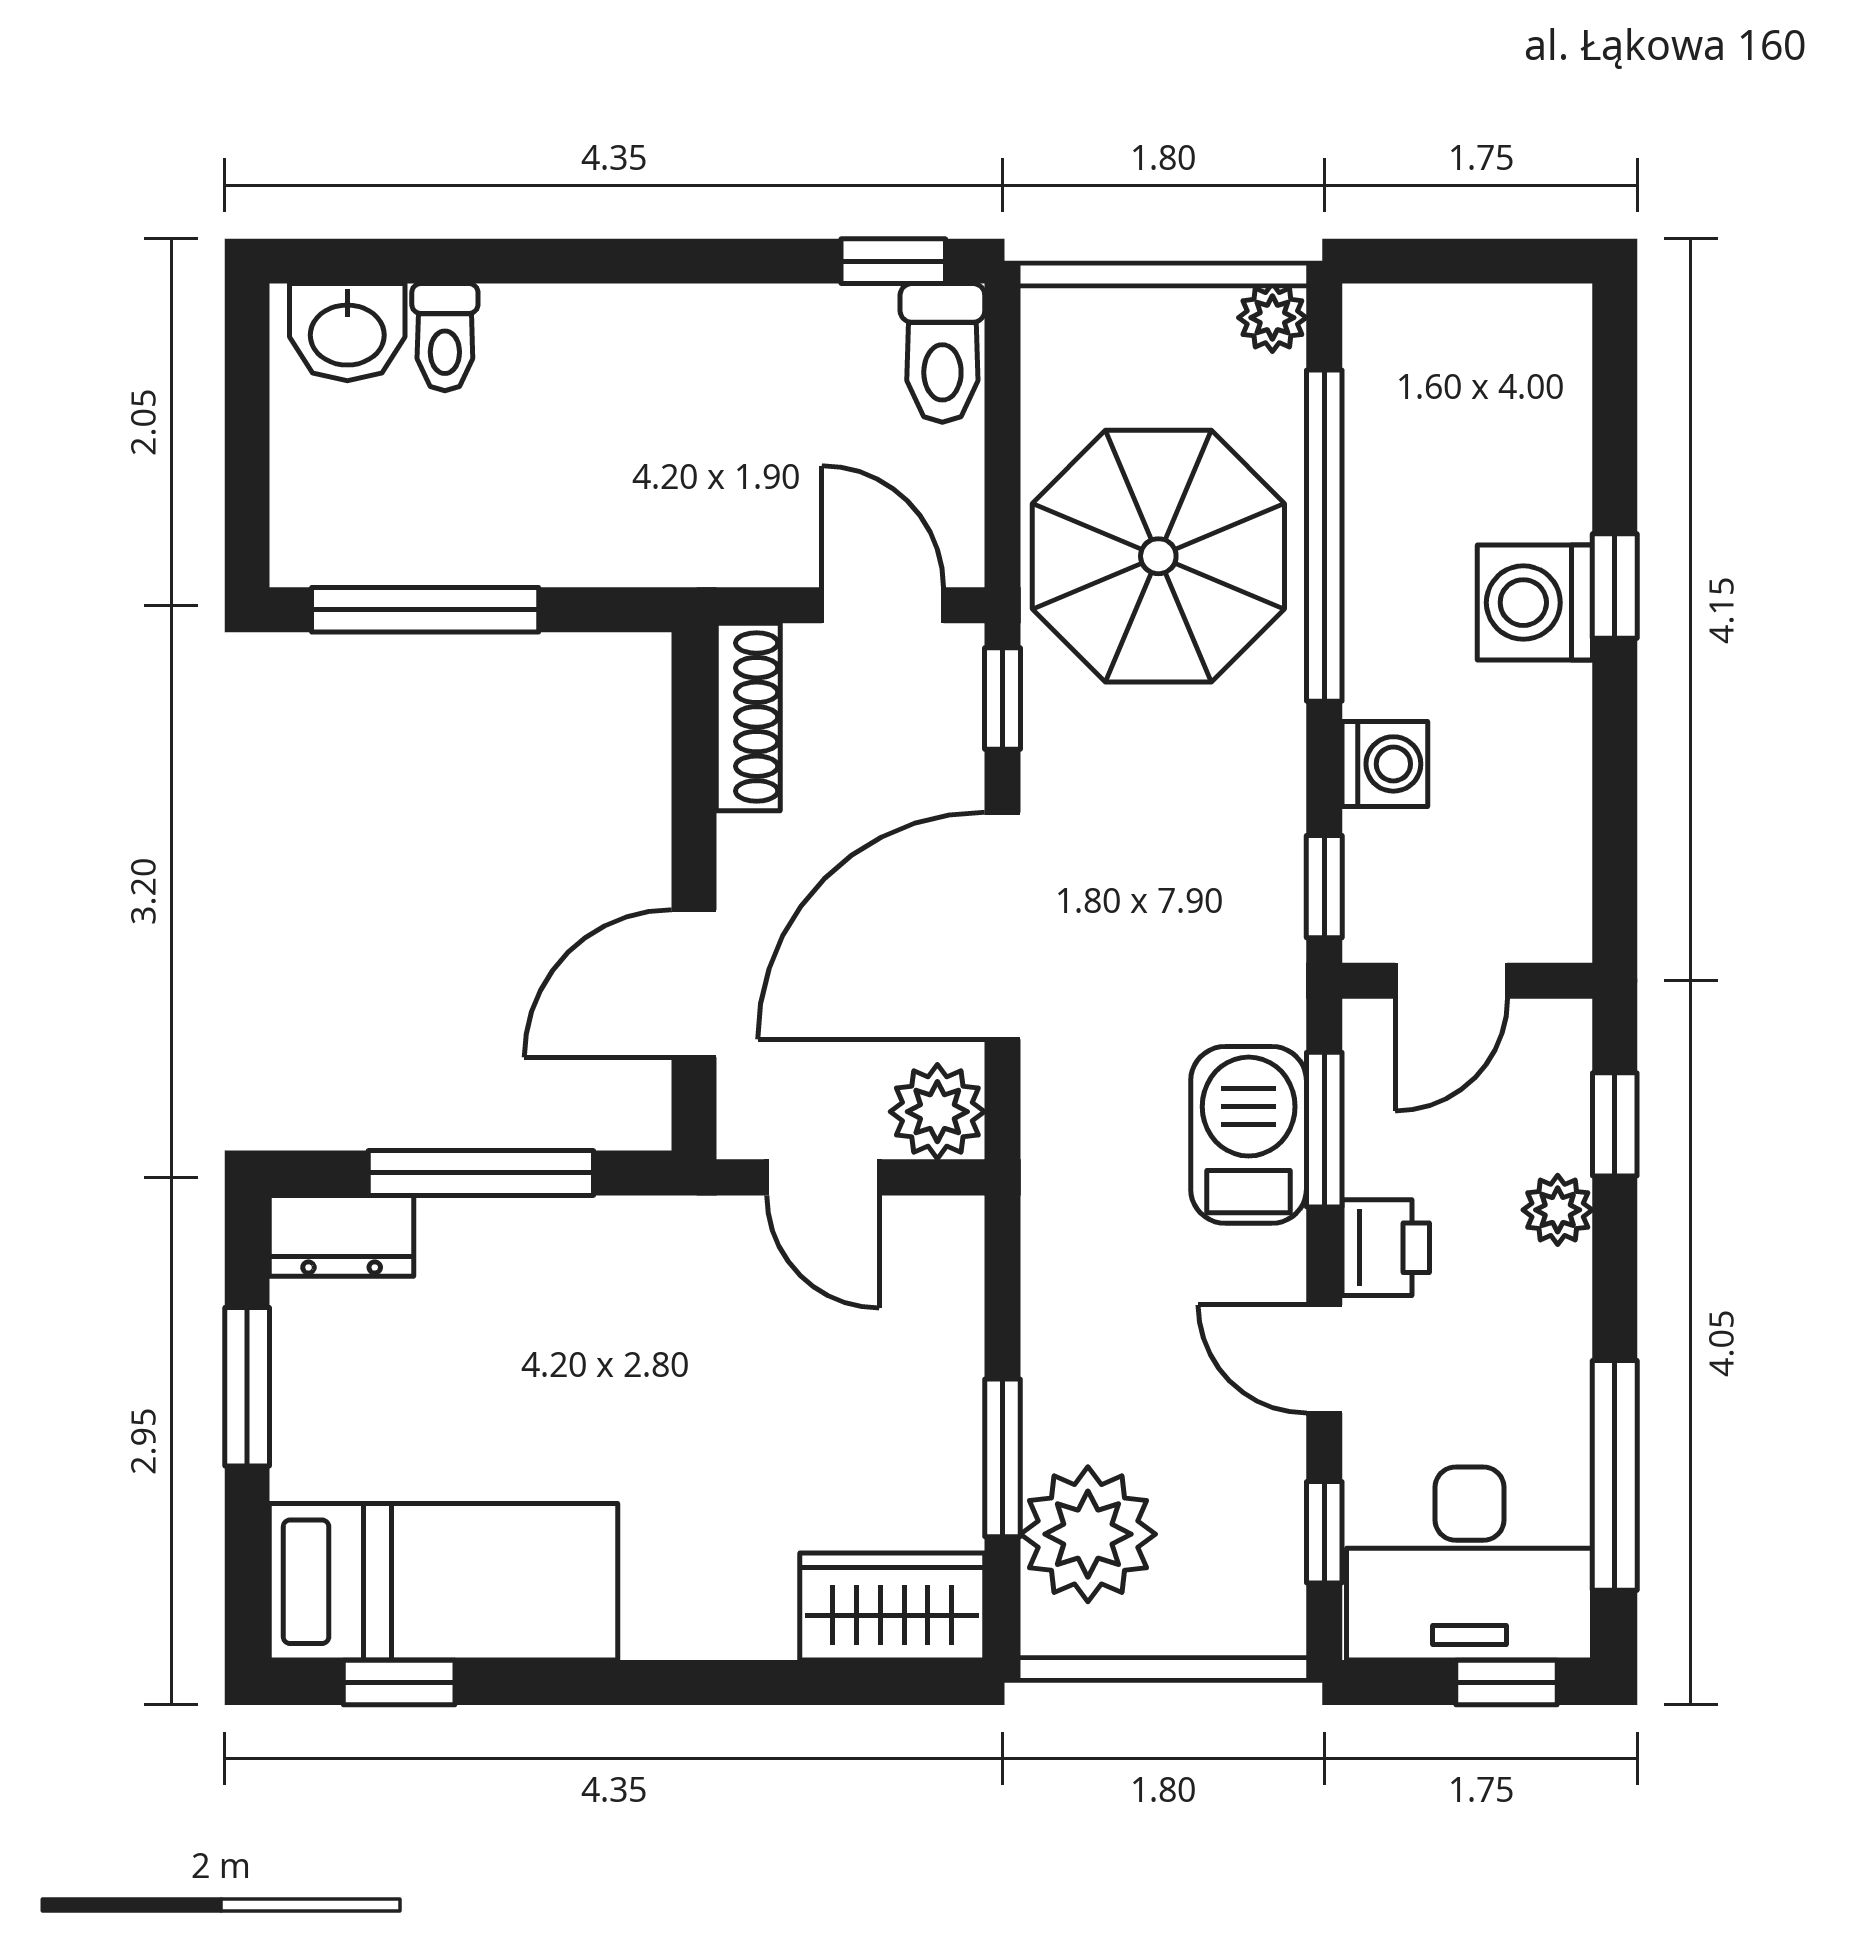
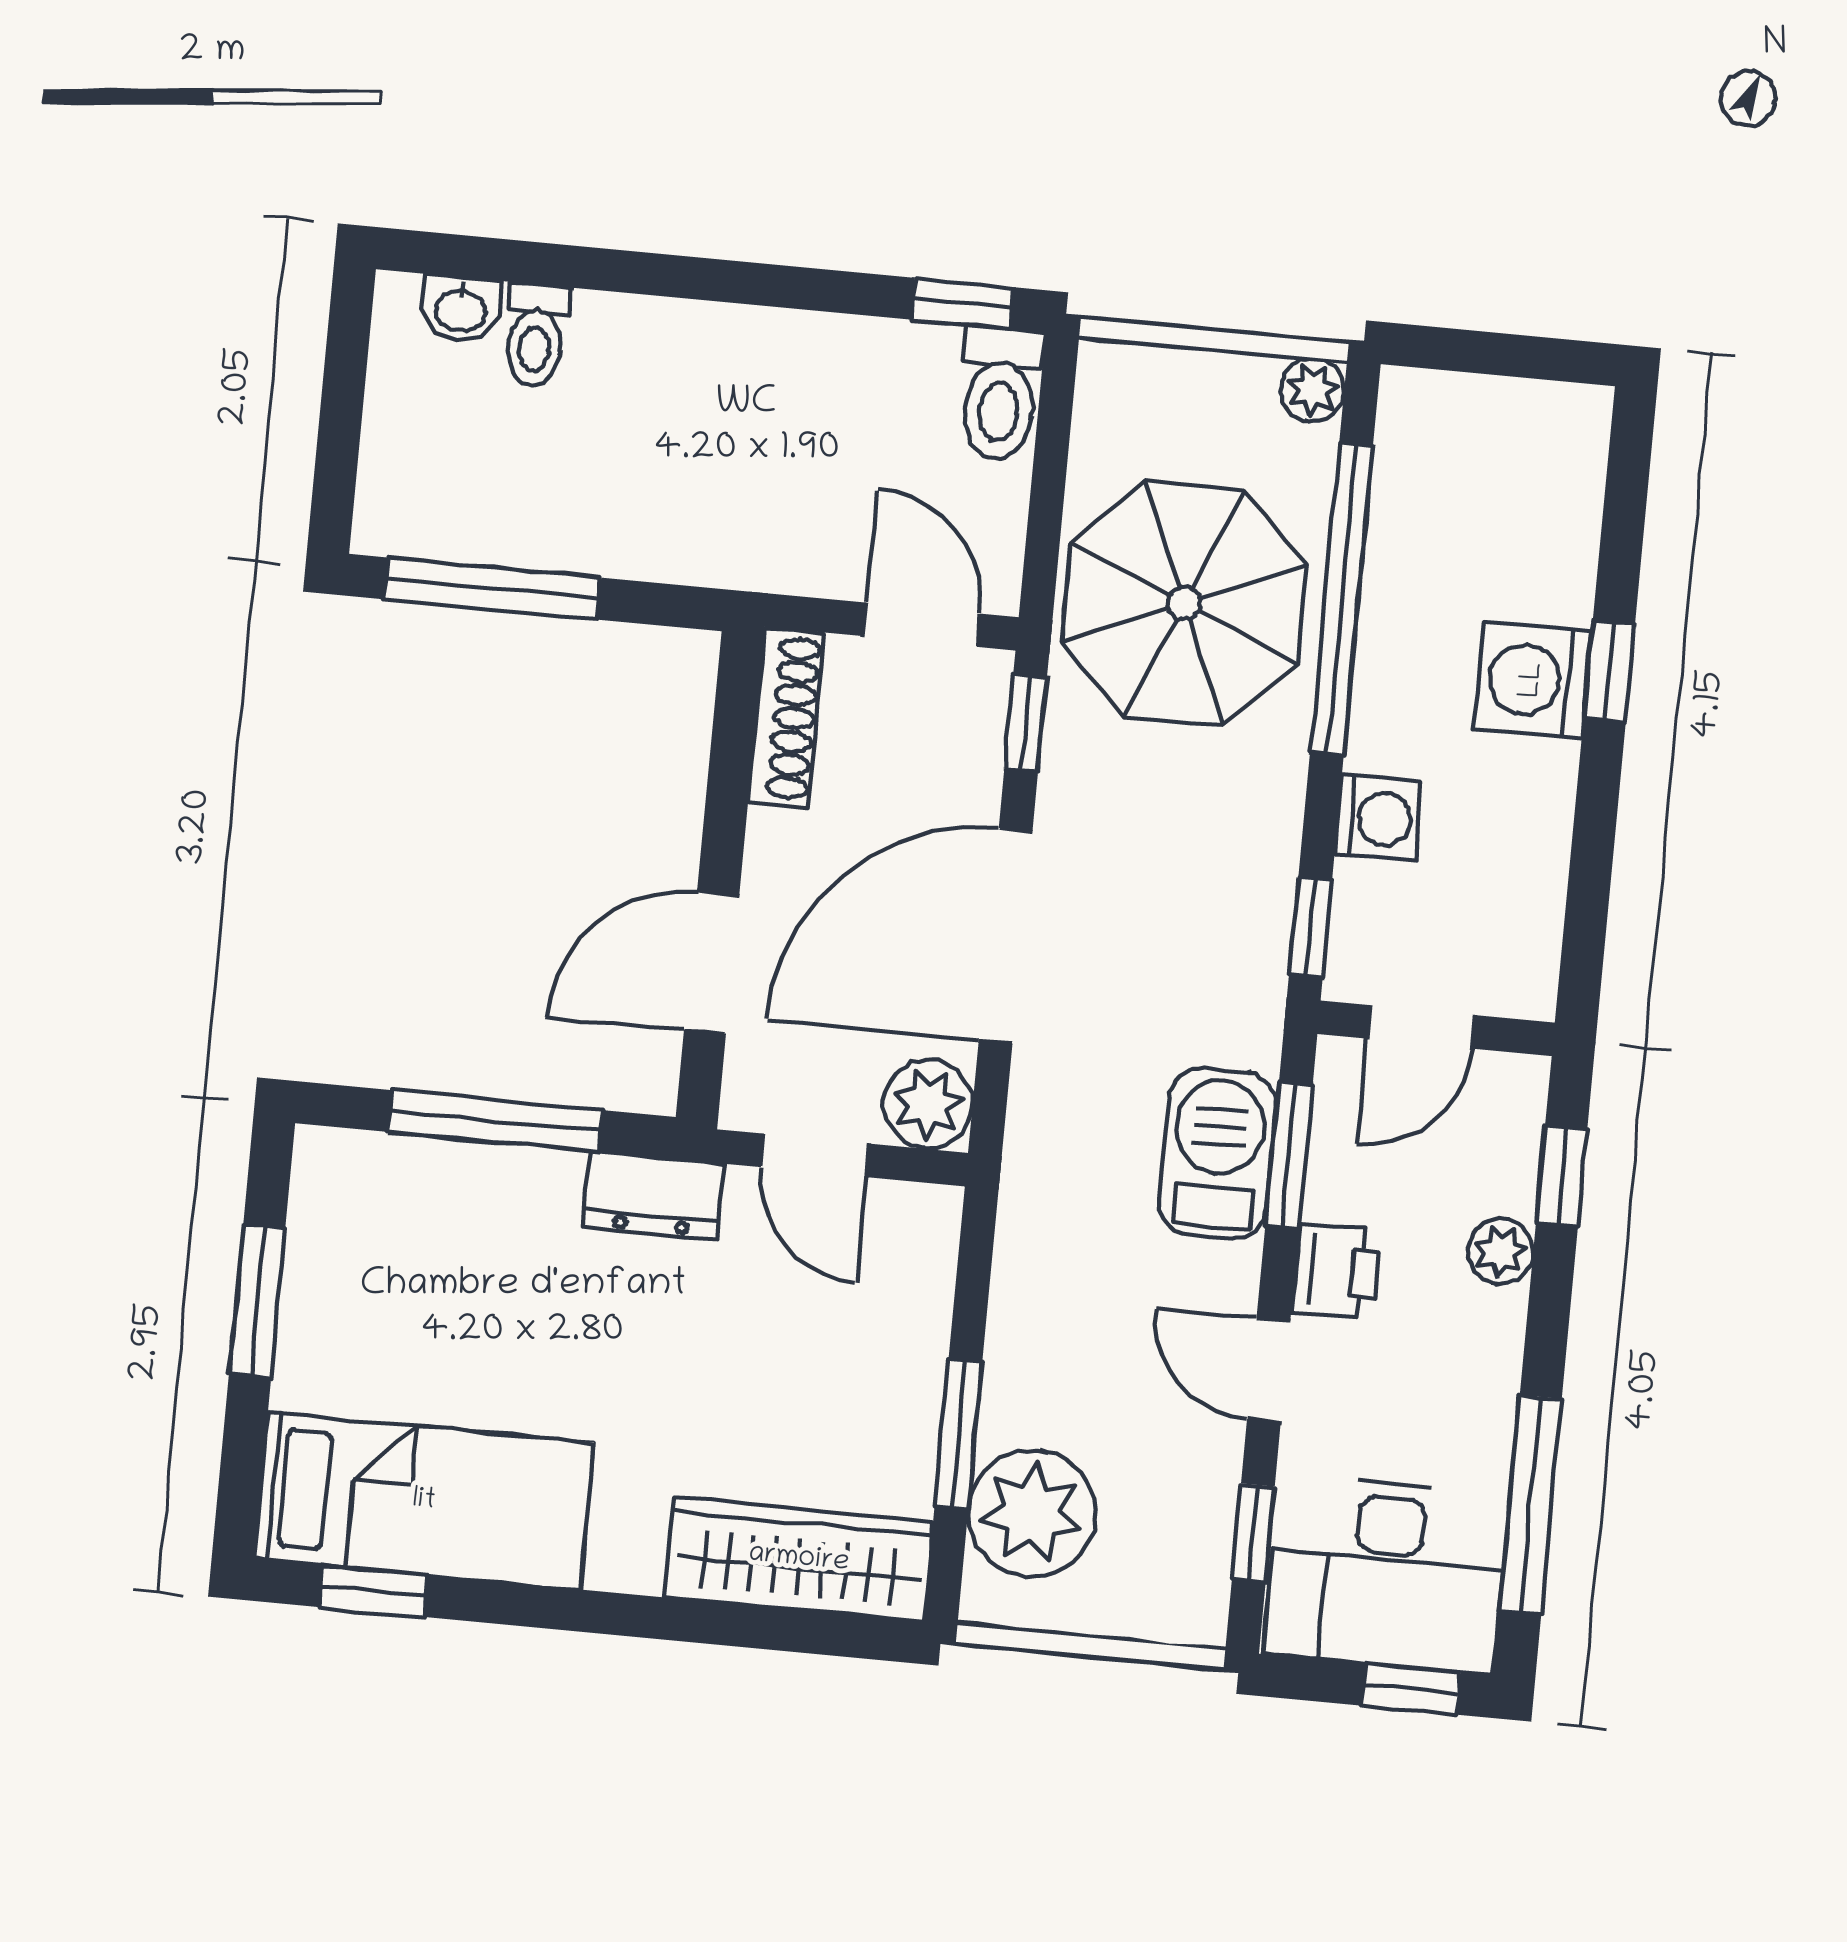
washbasin: (347, 332) -> (461, 309), width x0.72, depth x0.69
dresser: (342, 1236) -> (654, 1195), moved
wardrobe: (892, 1606) -> (799, 1559), width x1.50

